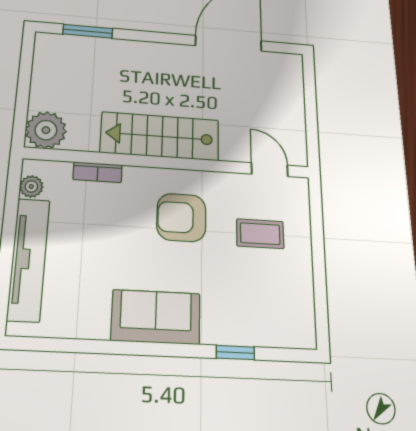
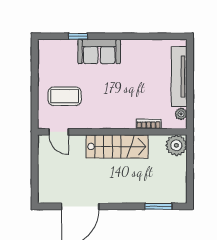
armchair: (181, 217) -> (105, 102), removed
coffee table: (260, 234) -> (65, 96), width x1.36, depth x1.30
sofa: (156, 317) -> (99, 51), moved

